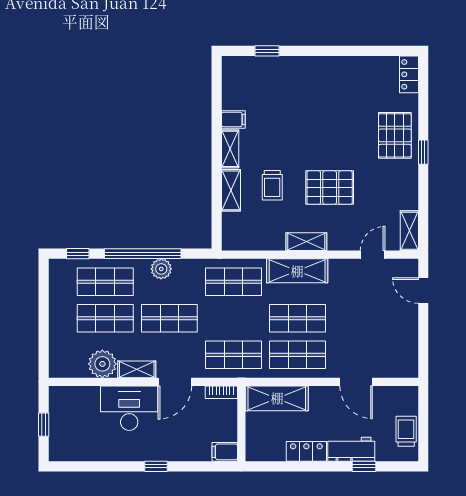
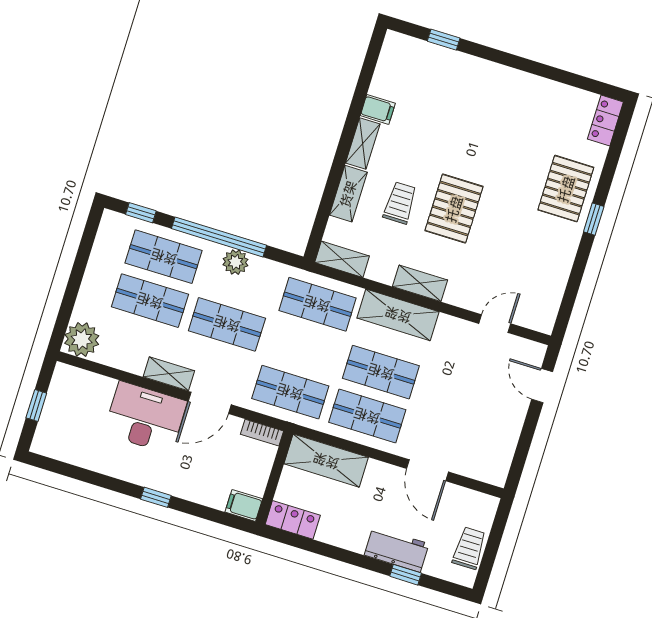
trolley: (272, 185) -> (400, 203), turned 180
pallet: (330, 188) -> (454, 209), moved, turned 90
shelving: (409, 231) -> (342, 259), moved, turned 90
plant: (102, 364) -> (82, 340), moved
locker: (306, 451) -> (293, 520), moved

